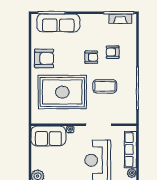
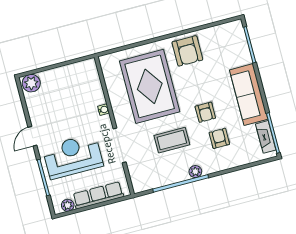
sofa: (58, 23) -> (249, 95), moved
plant: (132, 75) -> (195, 172), added
coffee table: (105, 86) -> (172, 140), turned 90
sofa: (48, 136) -> (88, 83), removed

